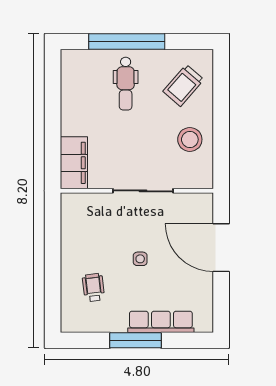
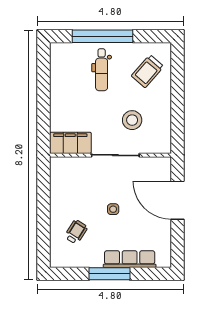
stool: (190, 139) -> (132, 120), moved
filing cabinet: (74, 163) -> (70, 143), moved, turned -90
wheelchair: (93, 288) -> (76, 232), turned 39

